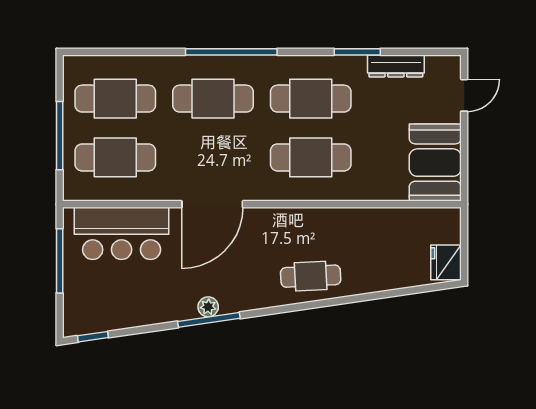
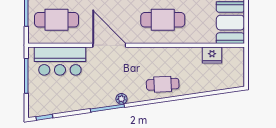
door: (212, 204) -> (109, 45), swing flipped
fridge: (446, 262) -> (212, 55), moved, turned -90
plant: (208, 307) -> (121, 99), moved

